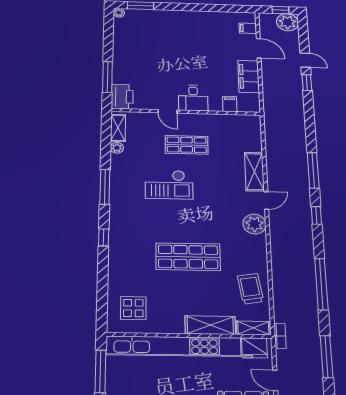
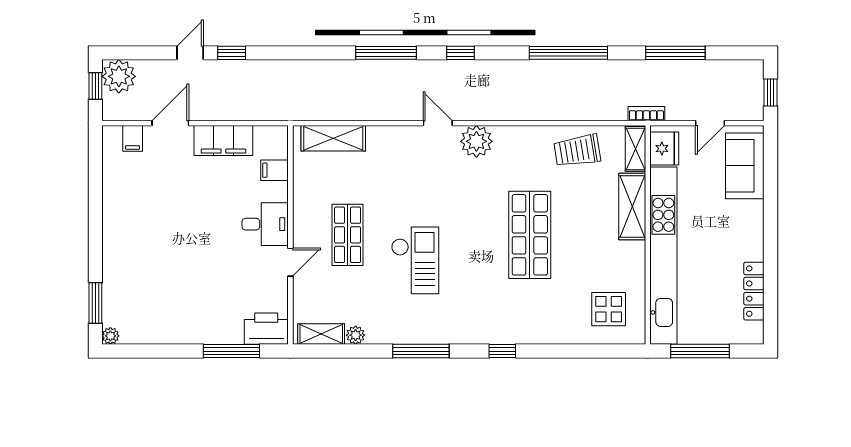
shelving: (254, 172) -> (333, 138), moved

